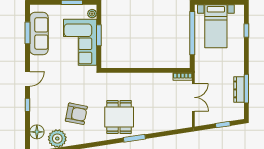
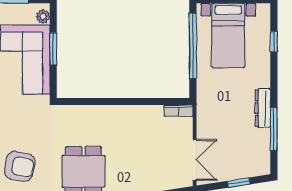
dresser: (239, 89) -> (263, 108), moved
double door: (193, 97) -> (195, 160), moved

